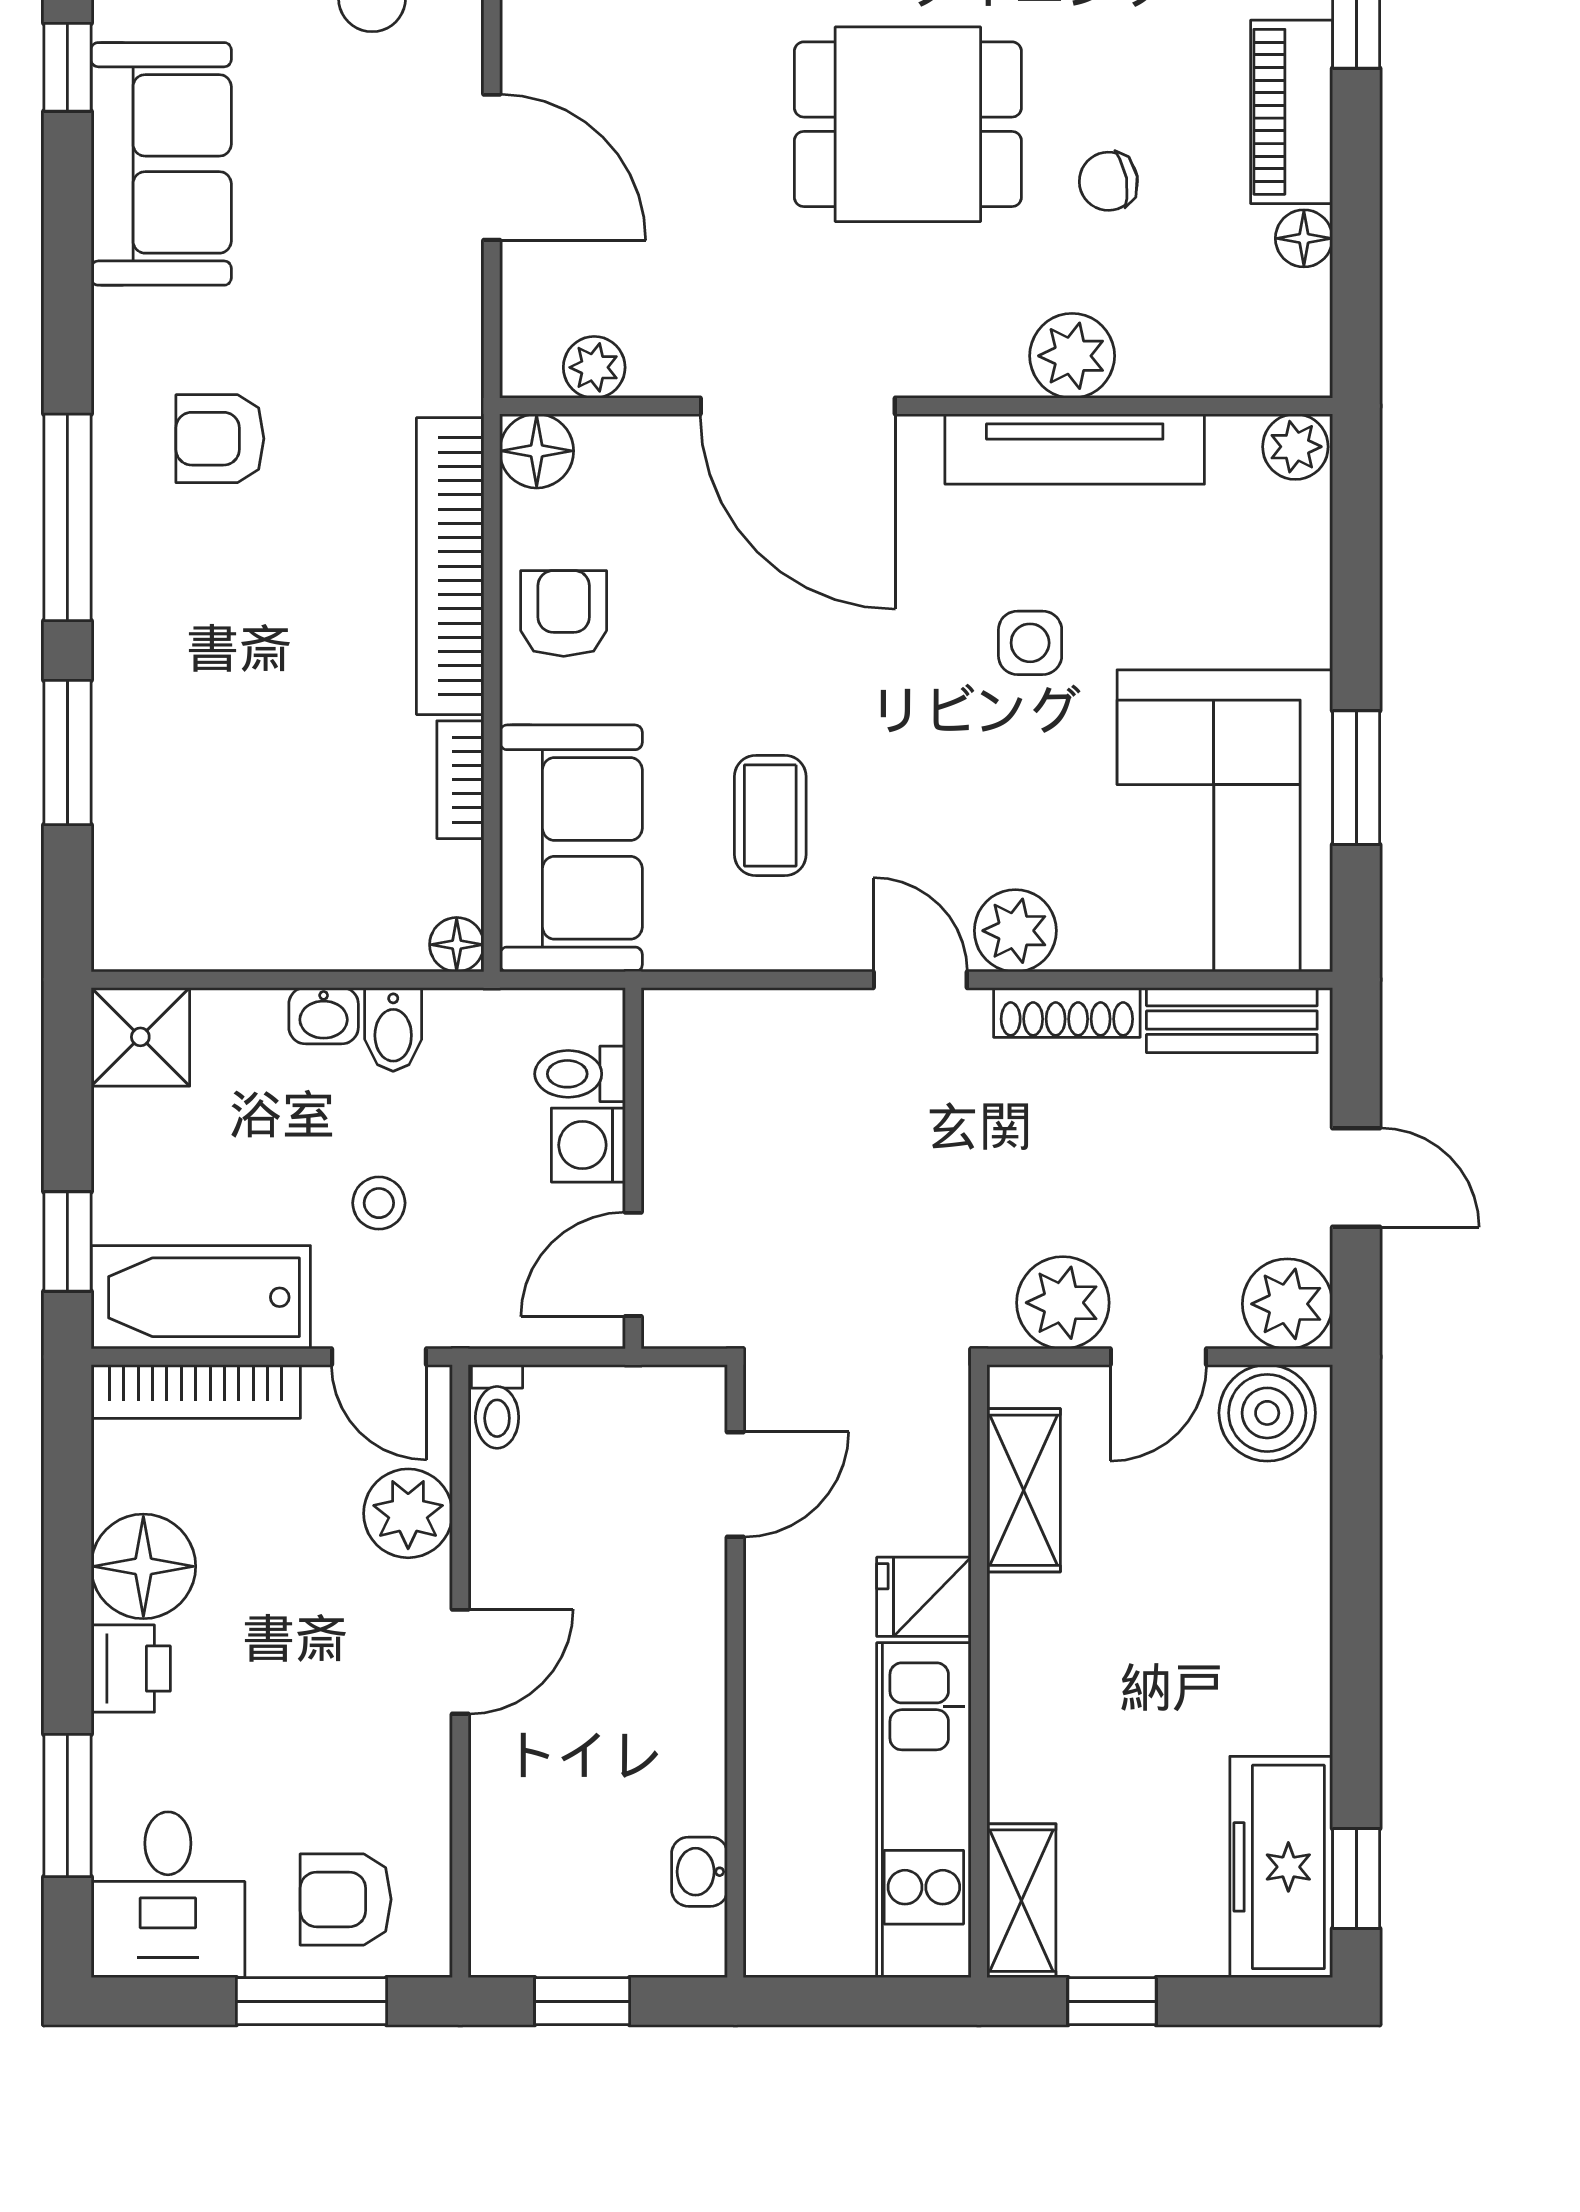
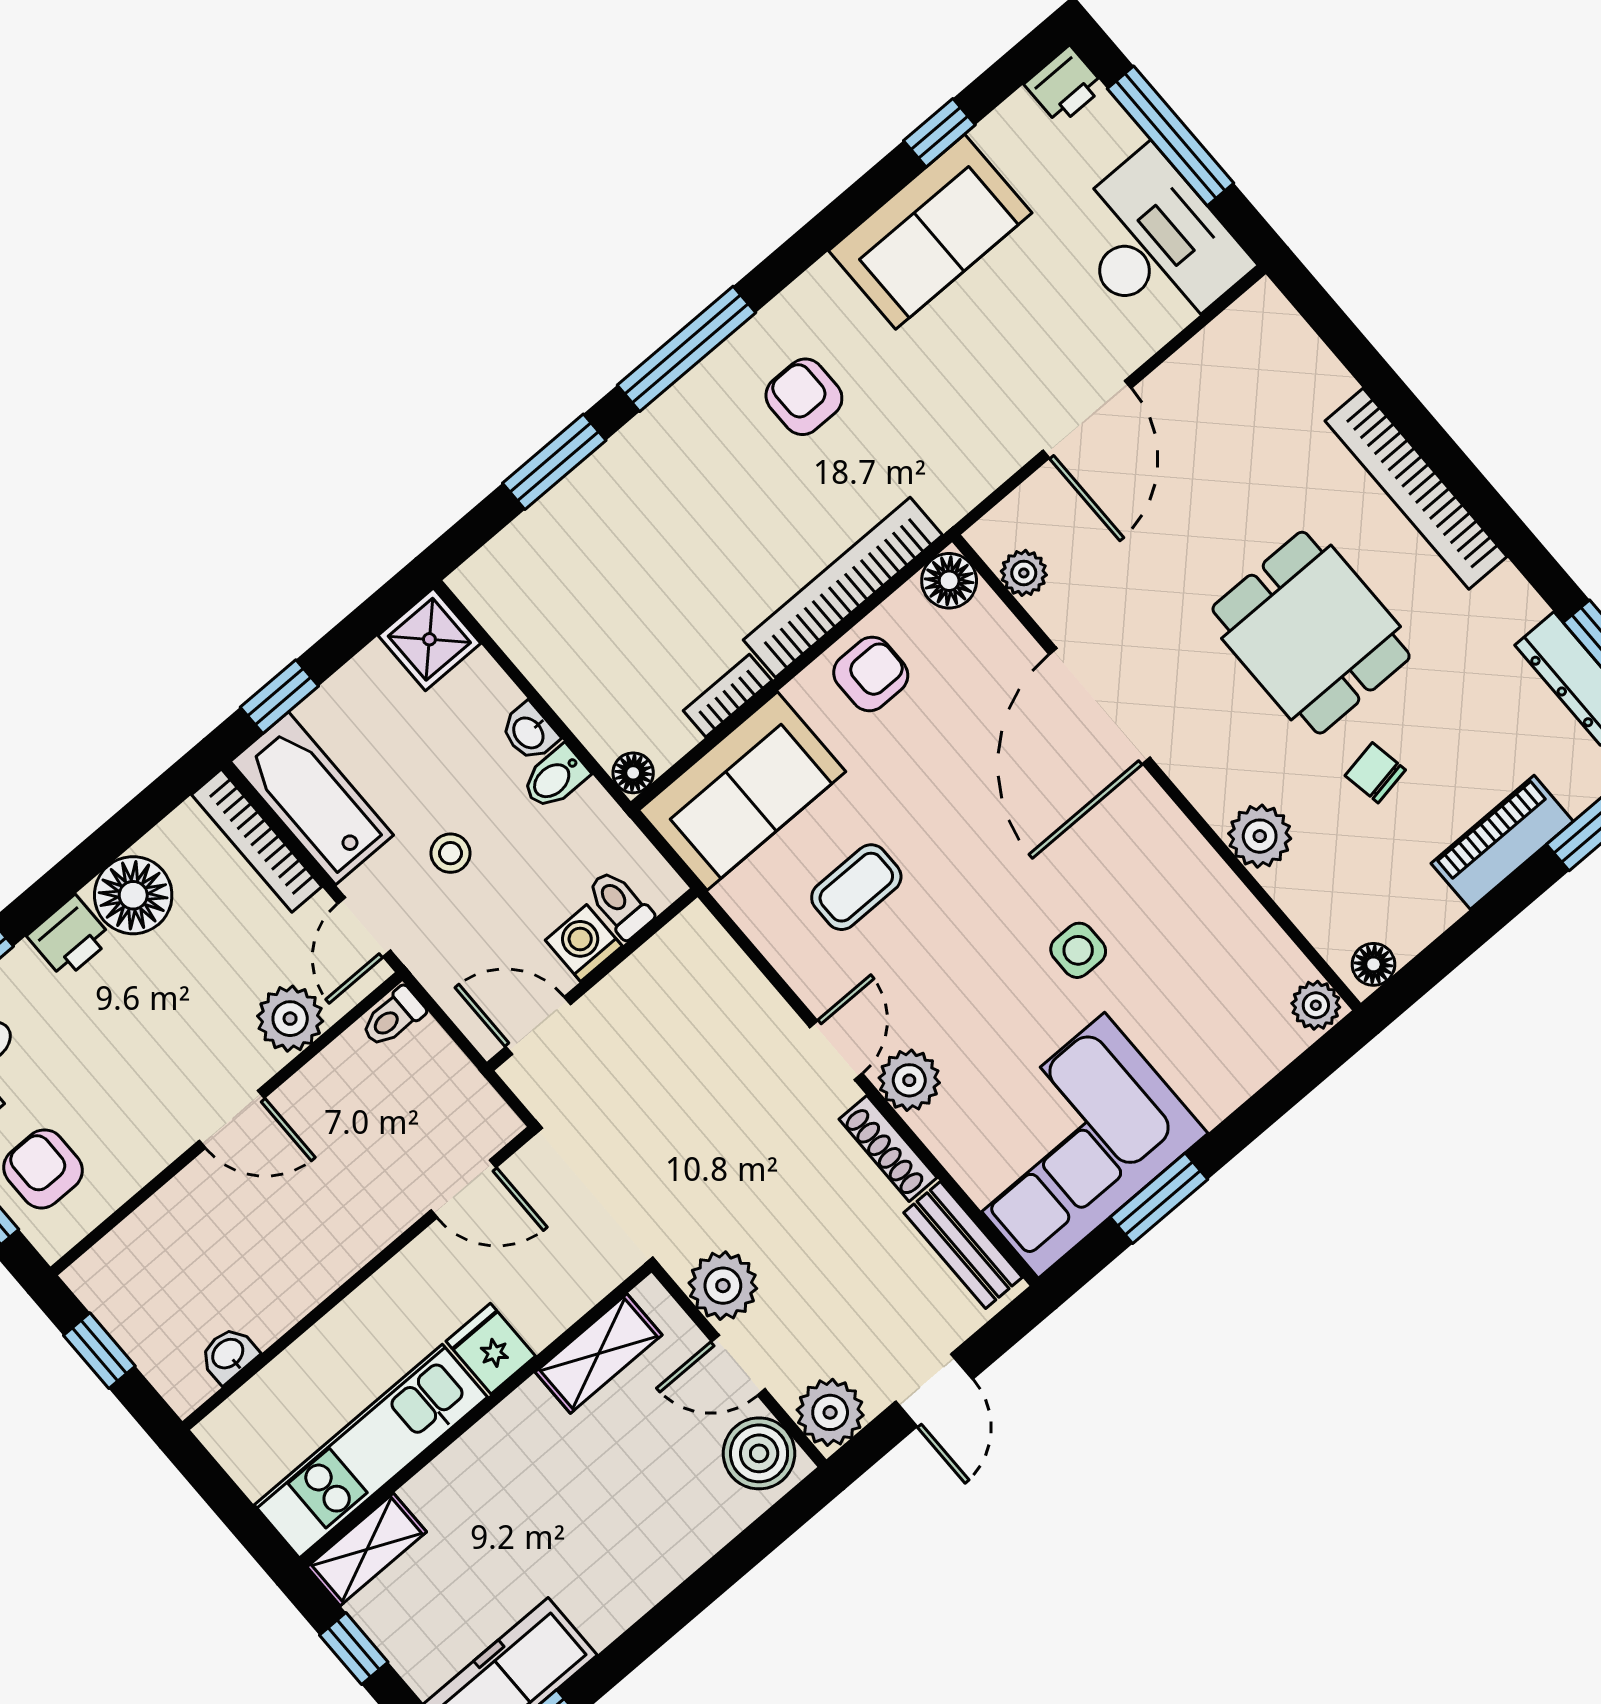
floor lamp: (1304, 238) -> (1373, 964), moved
tv unit: (1075, 449) -> (1209, 882), removed

